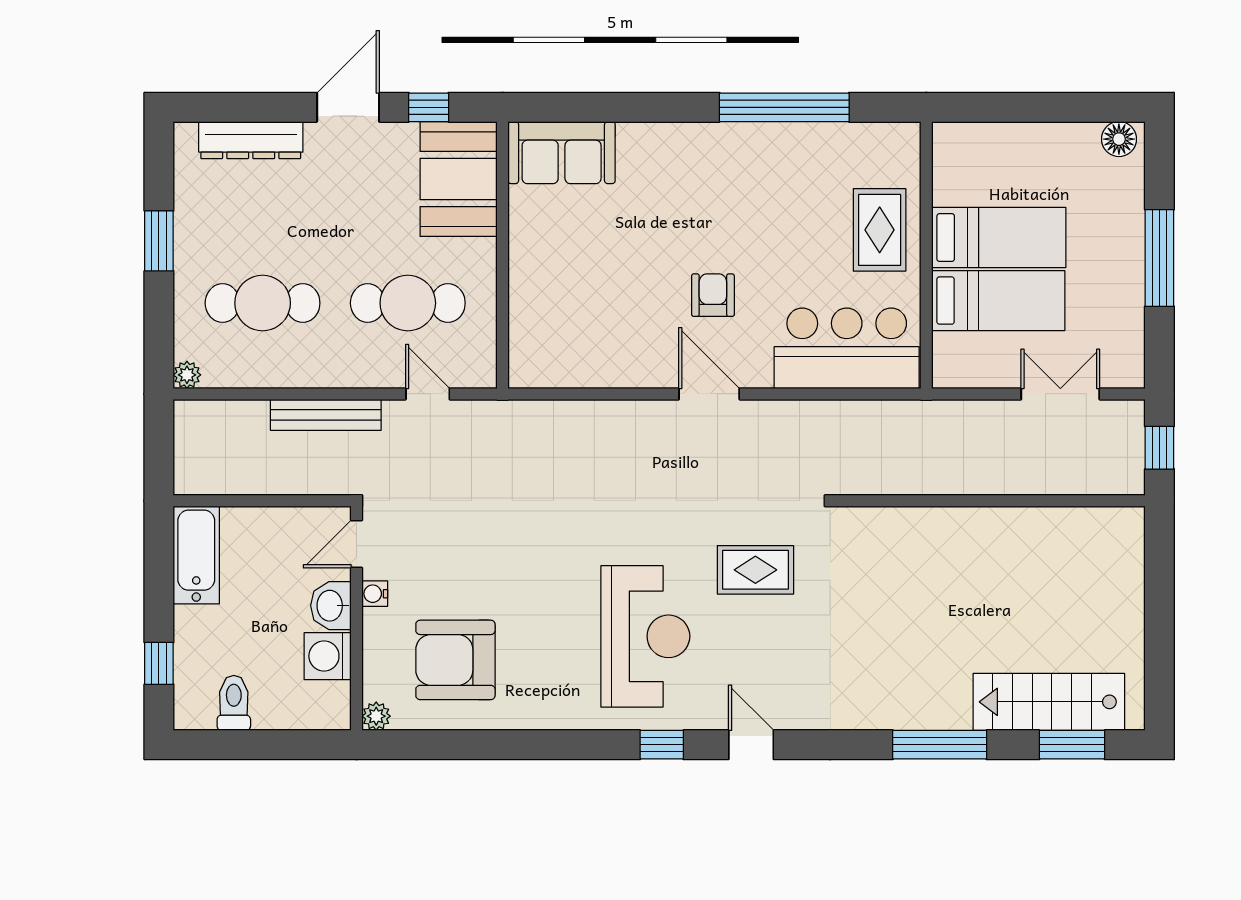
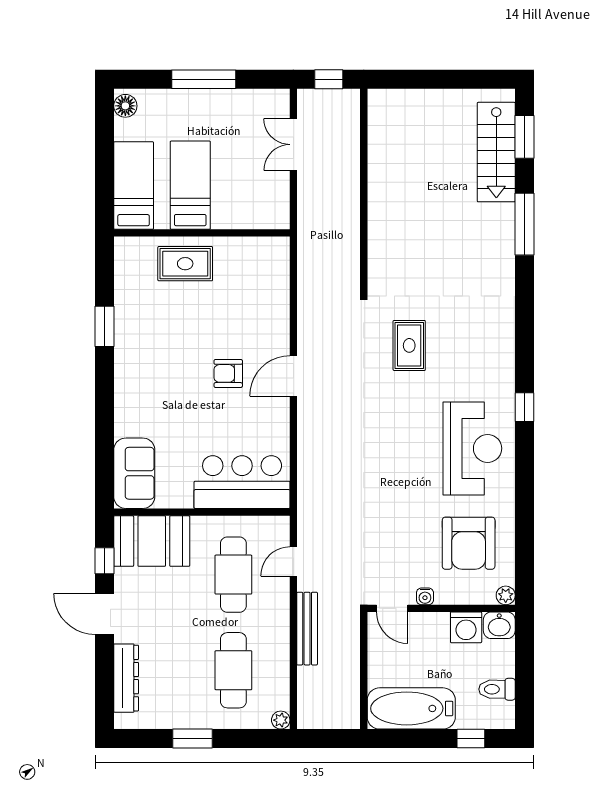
window: (784, 107) -> (104, 326), width x0.47
bed: (998, 301) -> (134, 185), moved
bar counter: (847, 348) -> (242, 482), moved, turned 90
bathtub: (196, 555) -> (411, 708), width x1.36, depth x1.36
washbasin: (331, 606) -> (499, 625), moved
reception desk: (645, 636) -> (472, 448), moved, turned 90
door: (751, 745) -> (524, 348), removed

